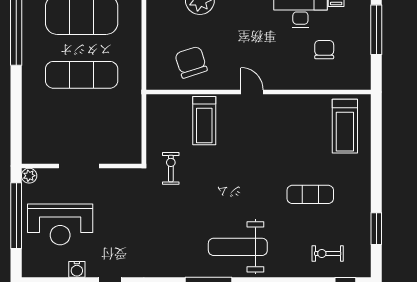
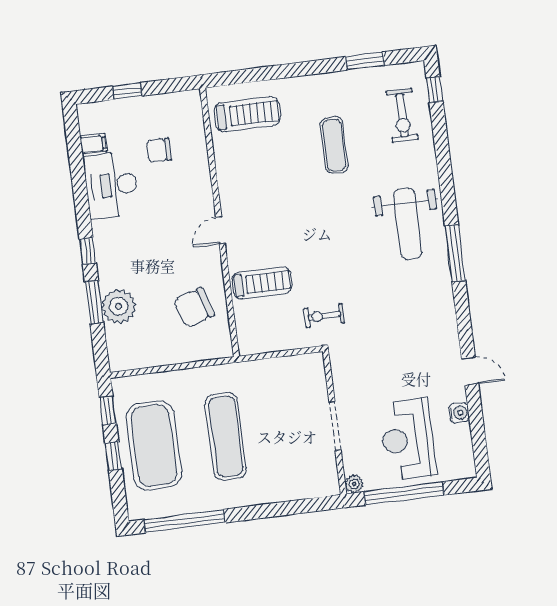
window: (376, 30) -> (127, 91), width x0.46
reception desk: (60, 224) -> (408, 440), turned 180
exercise bike: (328, 253) -> (402, 115), width x1.38, depth x1.39

